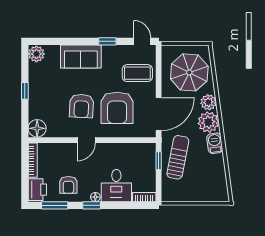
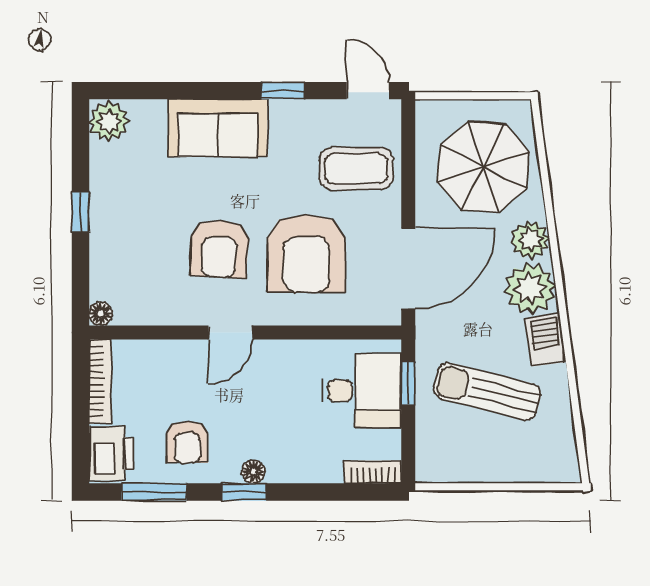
floor lamp: (37, 128) -> (101, 314), width x0.53, depth x0.53
sun lounger: (178, 157) -> (487, 391), moved, turned -87
desk: (116, 186) -> (362, 391), moved, turned -90

